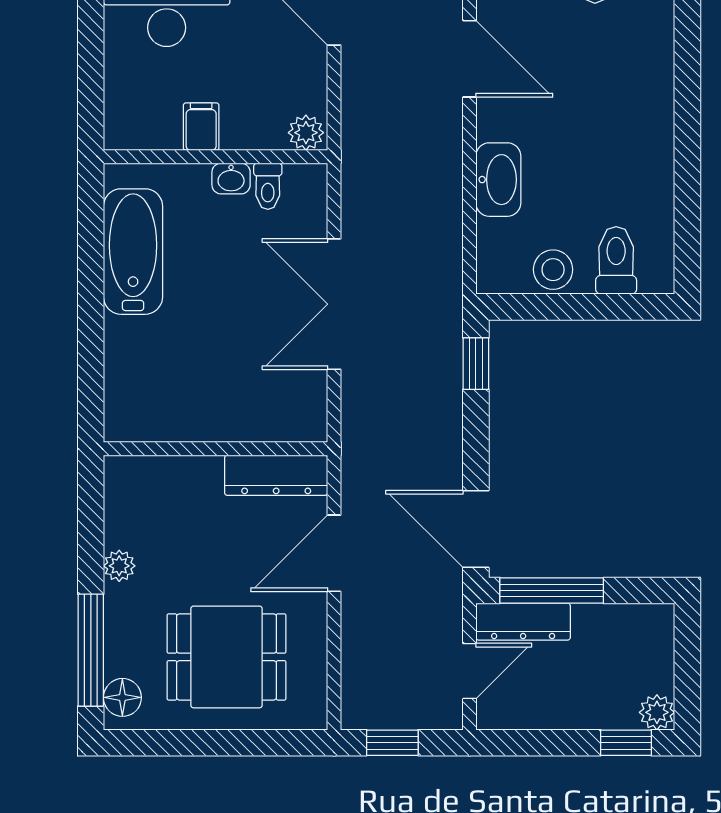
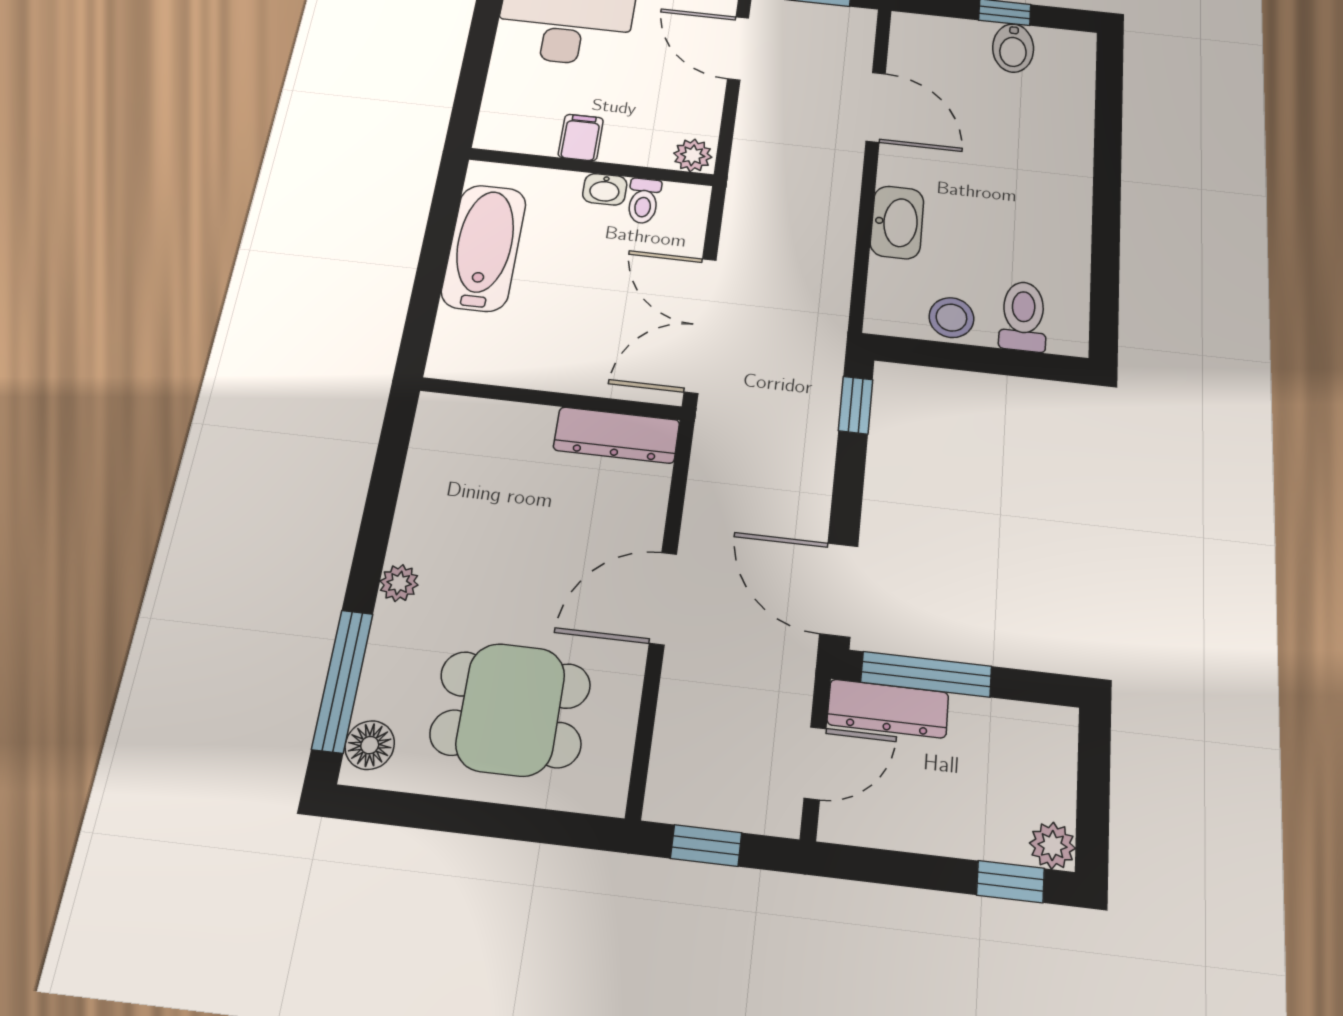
wall: (216, 449) -> (551, 399), moved
dresser: (276, 475) -> (617, 435), moved

